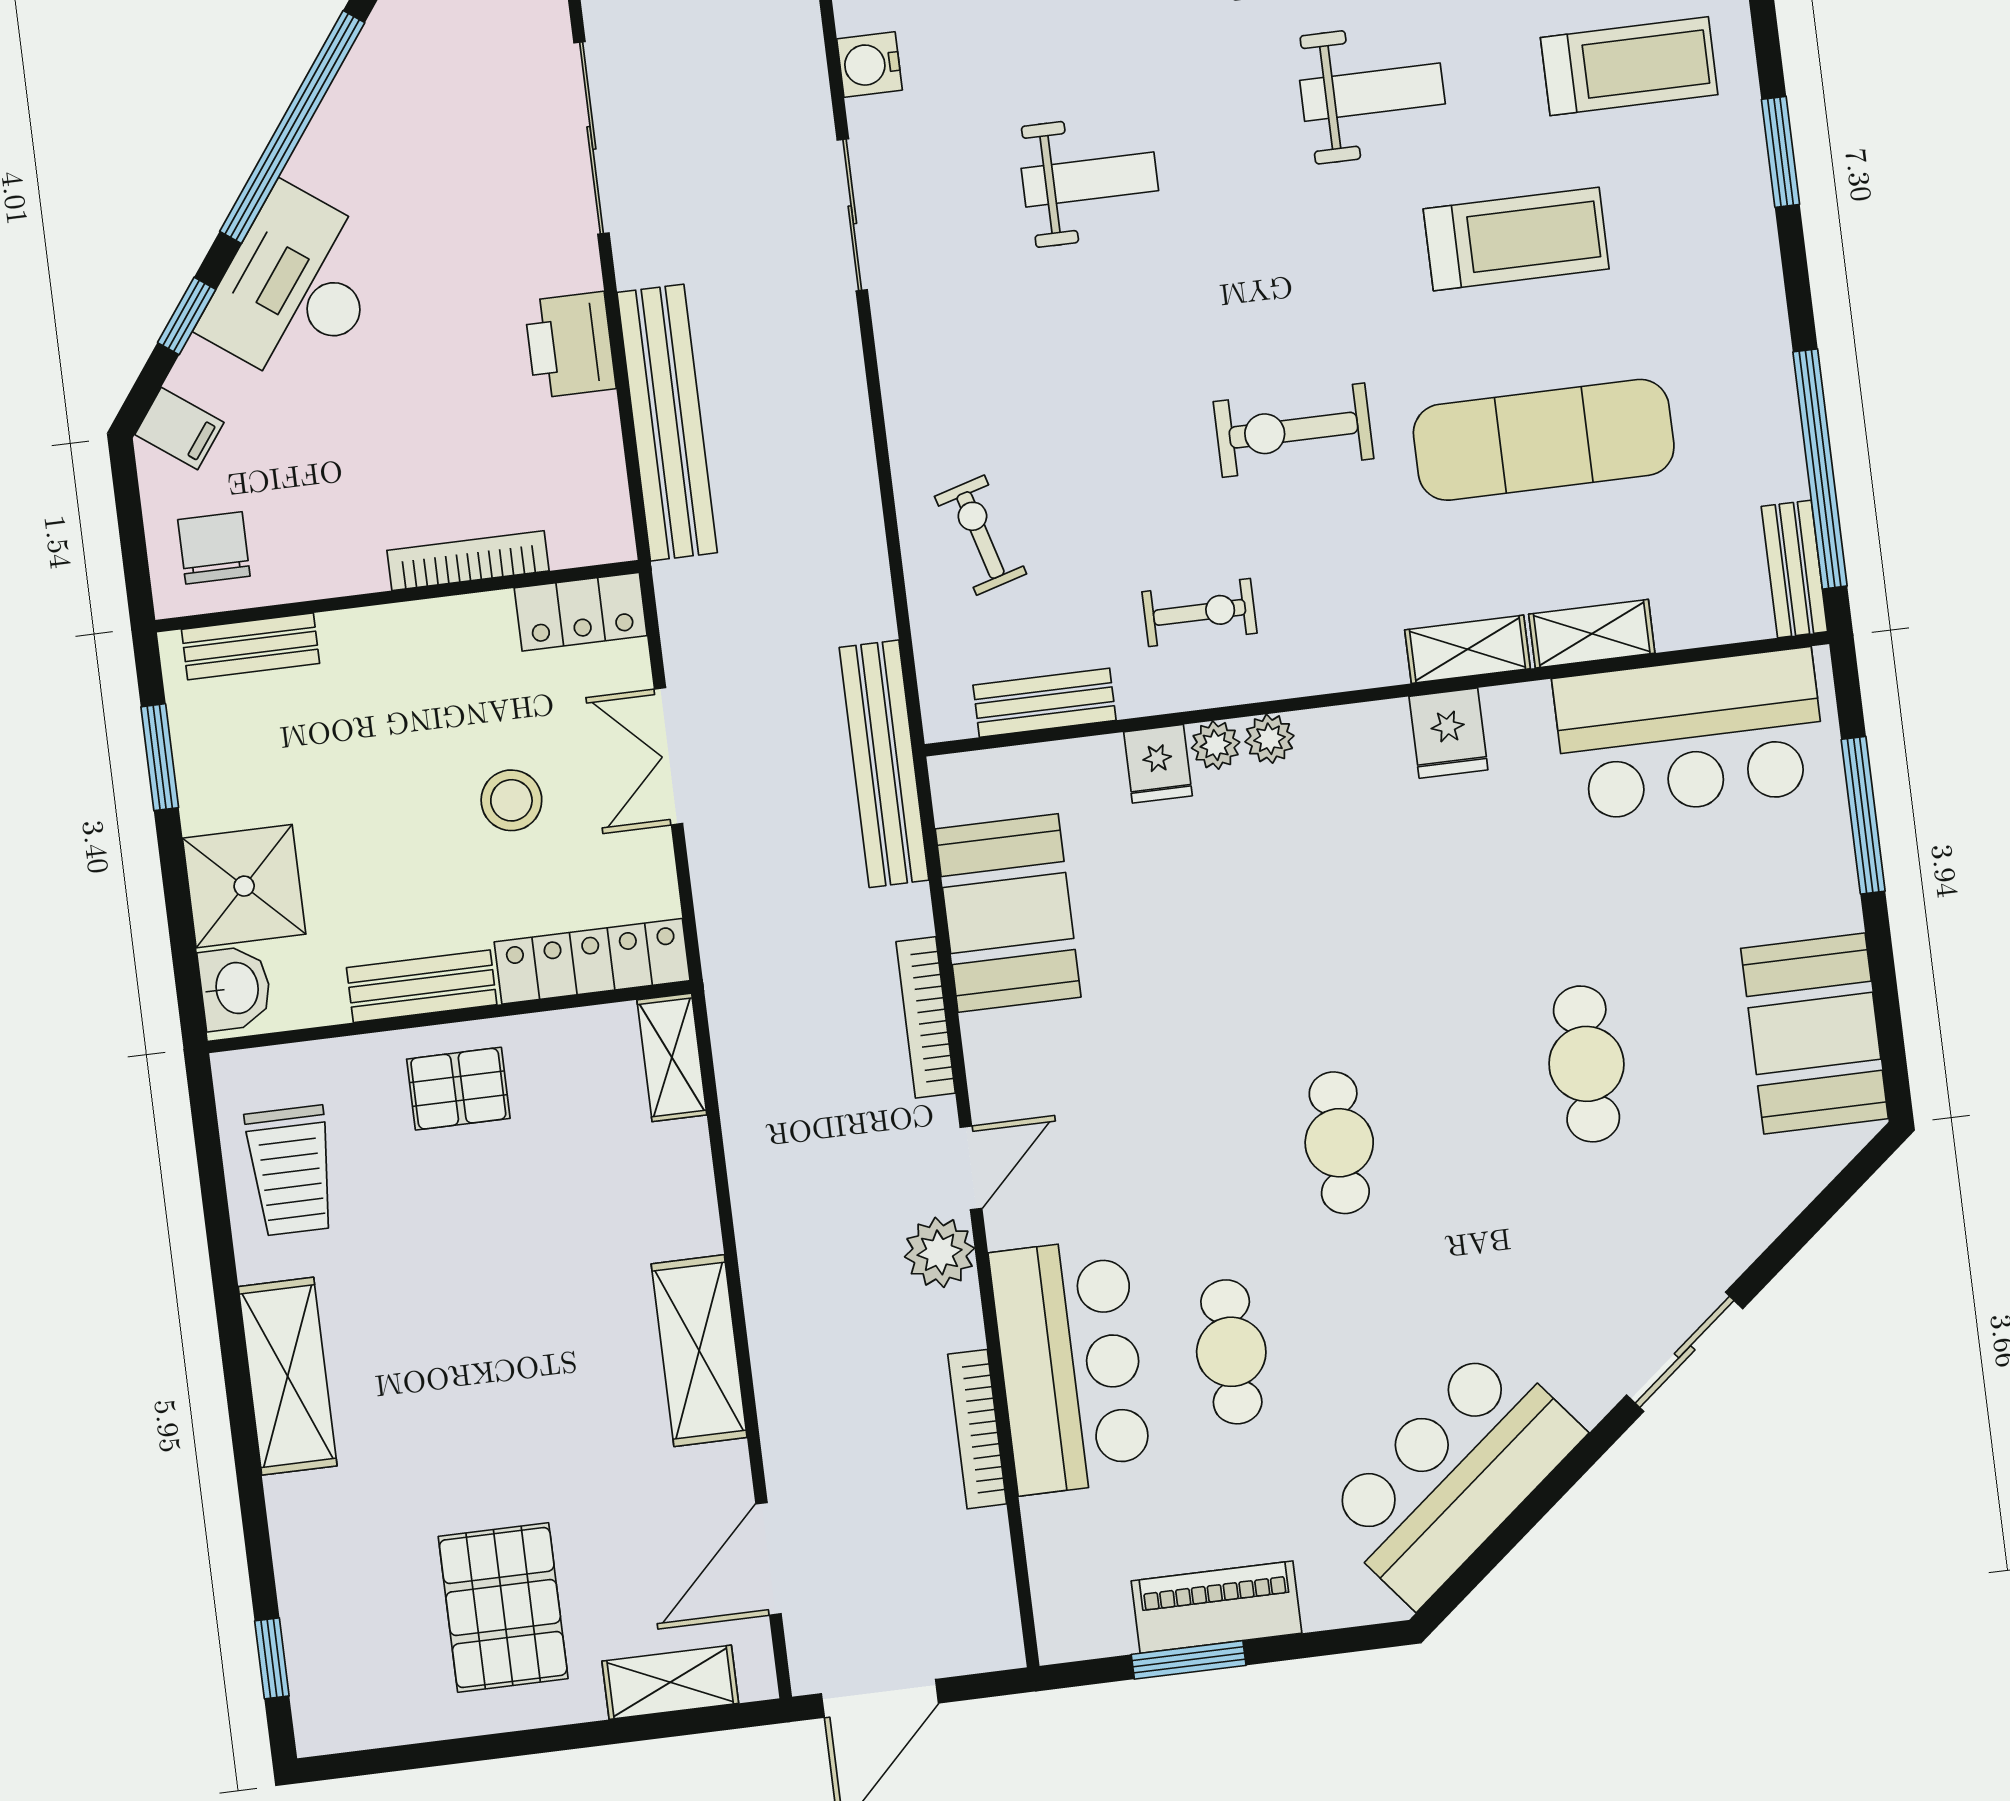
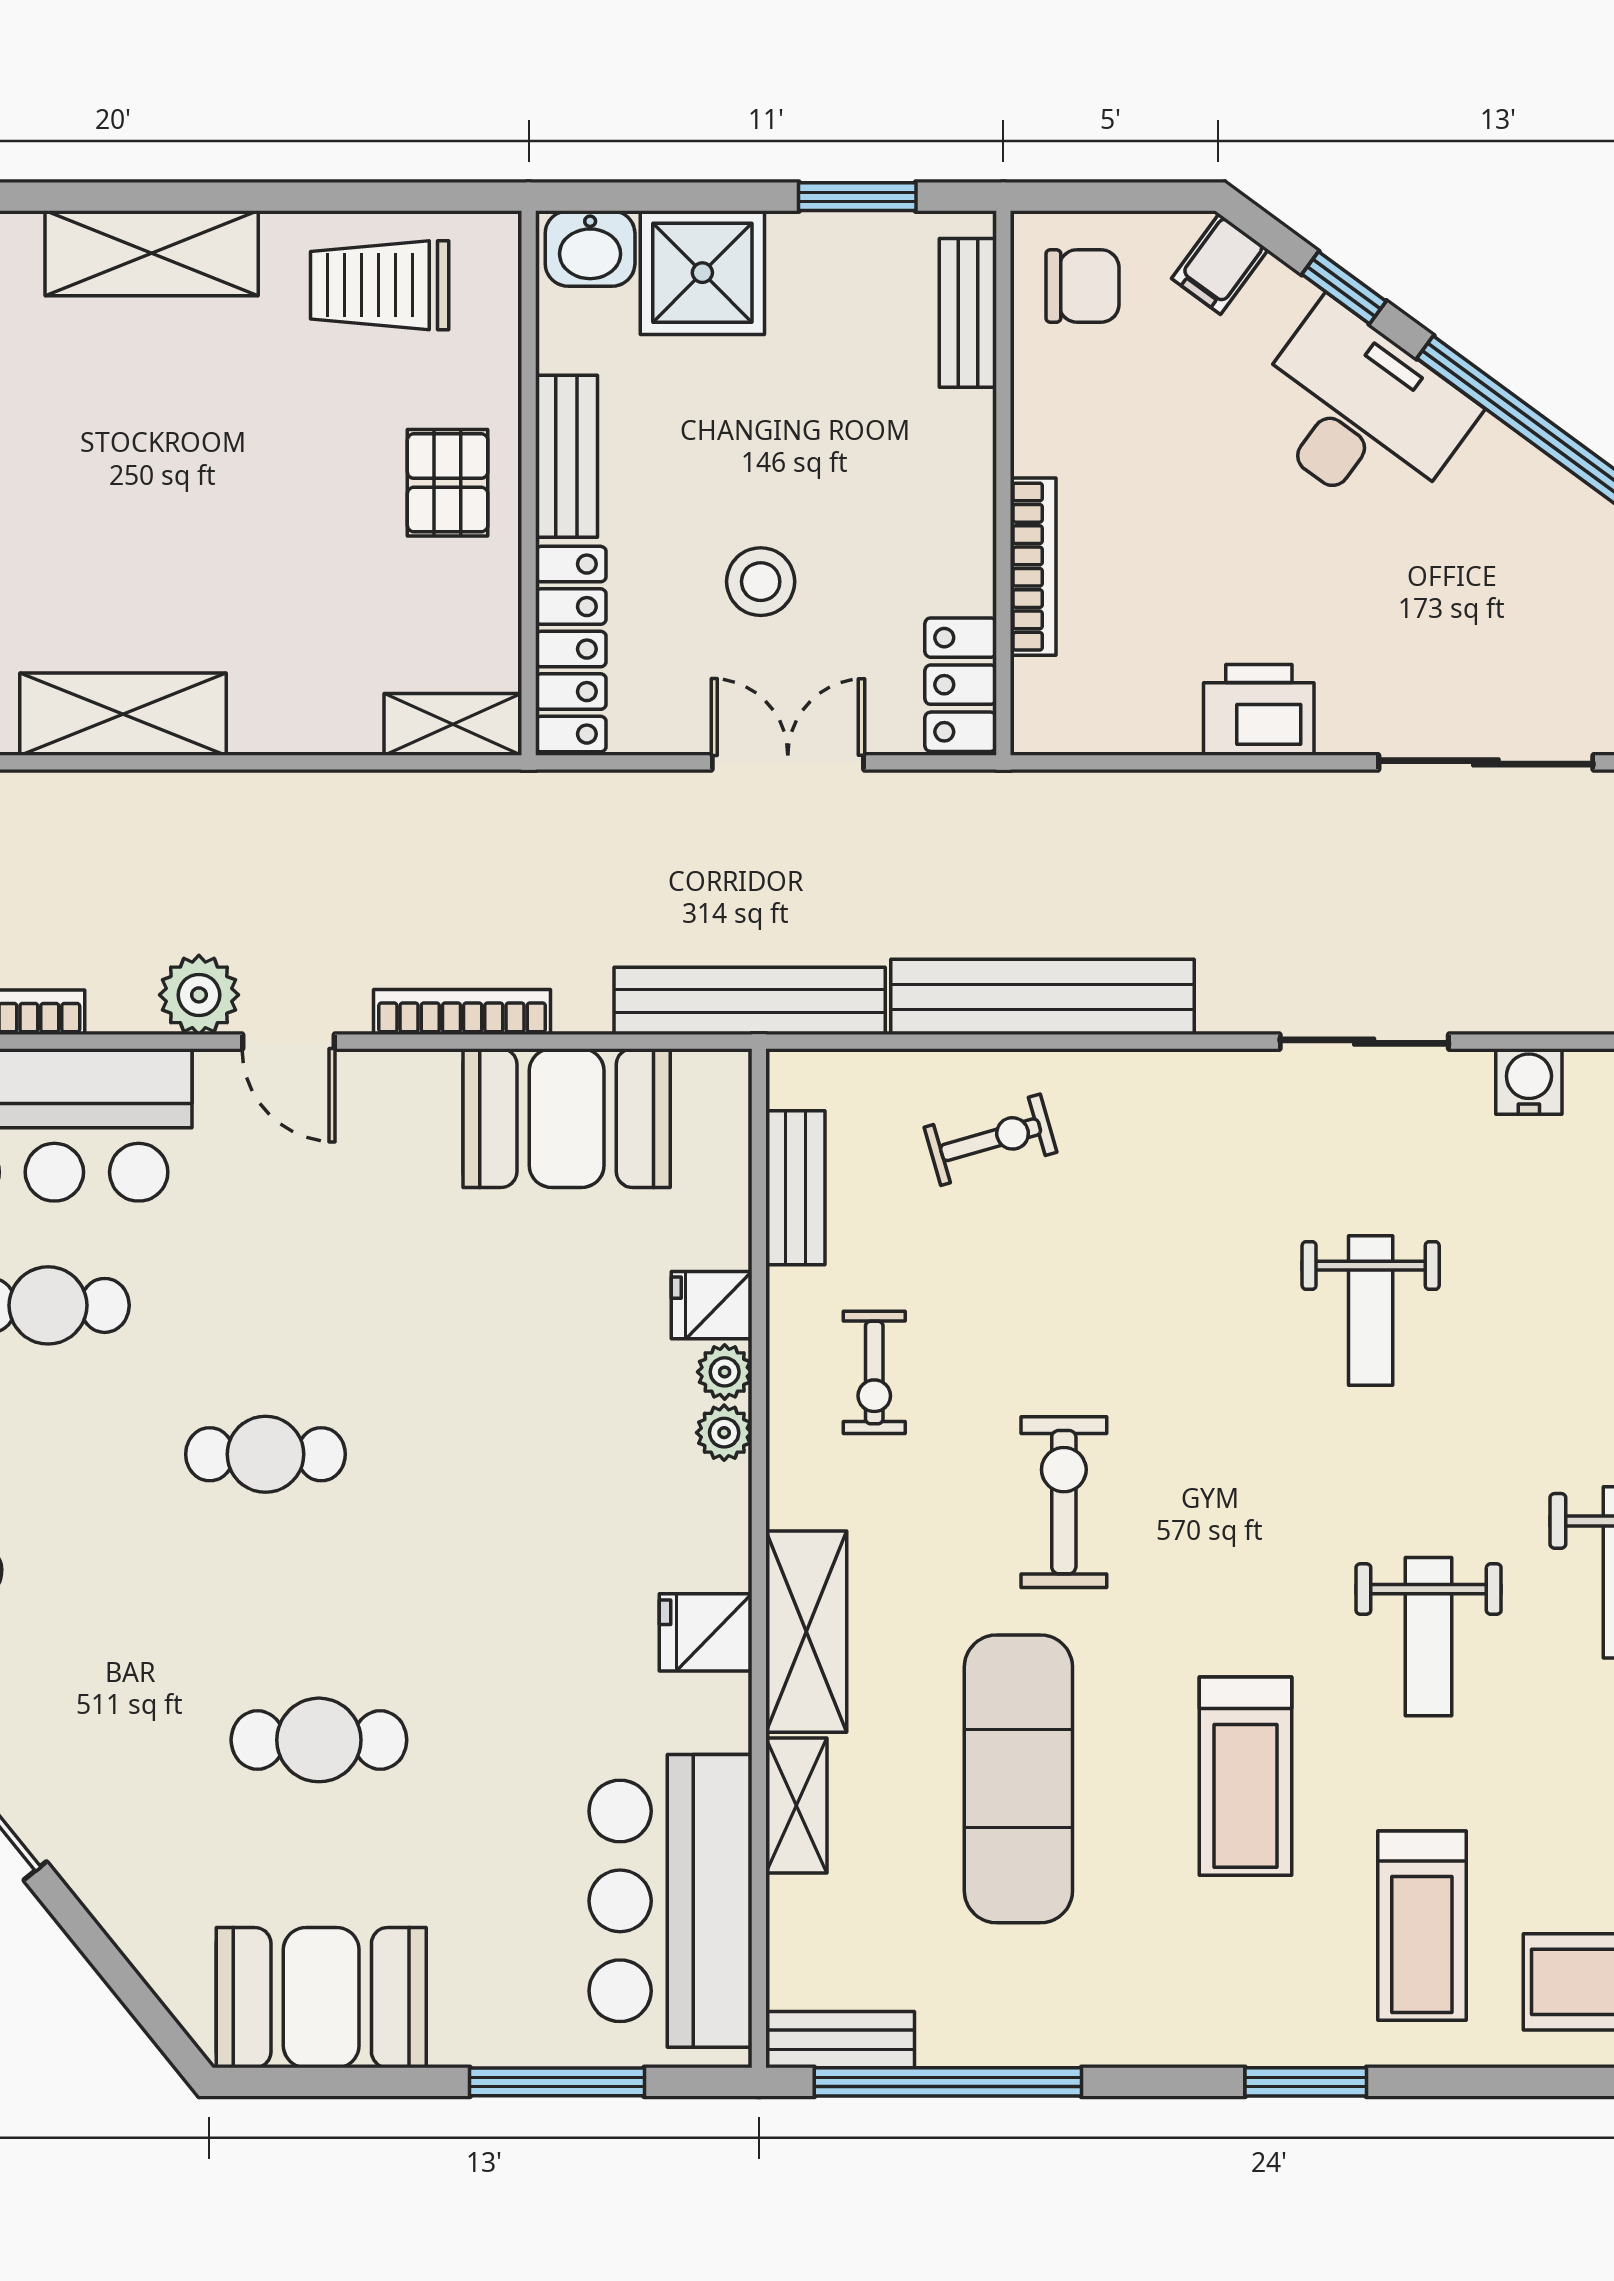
bench: (667, 423) -> (1042, 997), moved
shelving: (1467, 649) -> (806, 1632), width x1.50, depth x1.33

